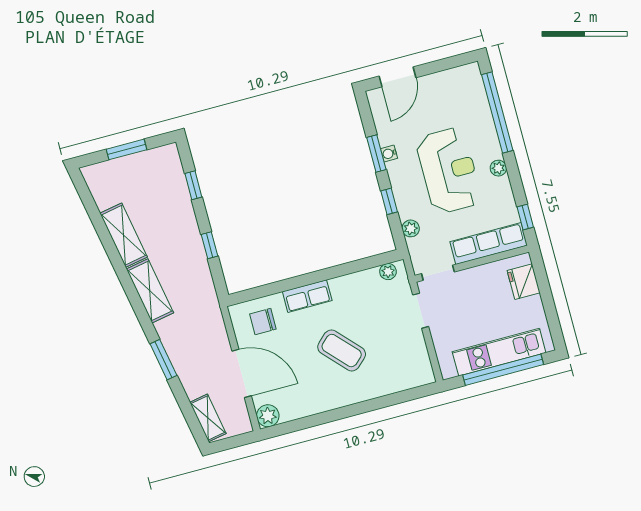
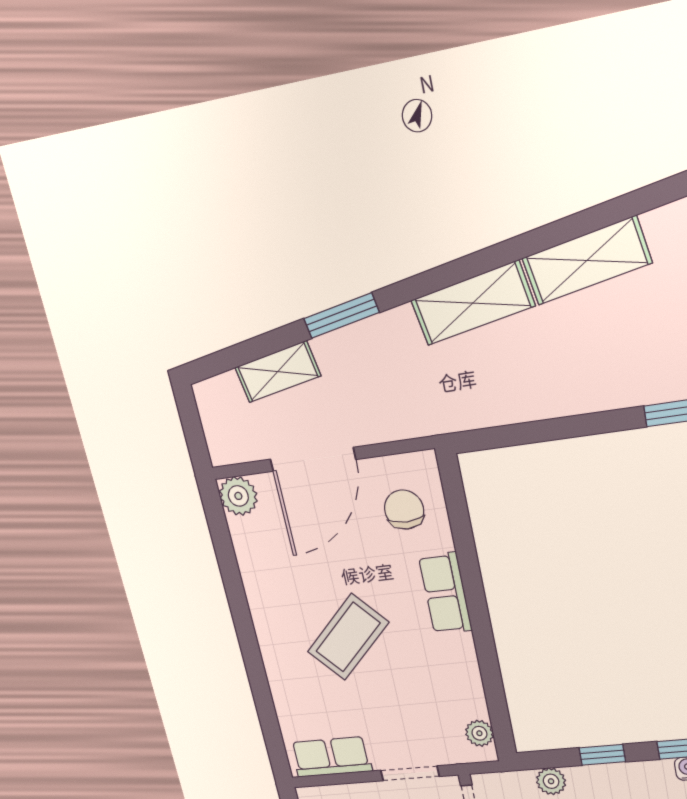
window: (210, 245) -> (552, 430), removed
row of seats: (418, 358) -> (331, 757), added
shelving: (208, 418) -> (278, 372), moved

